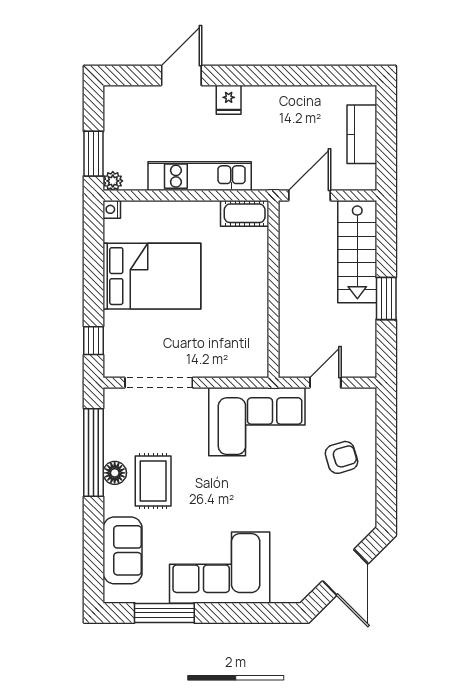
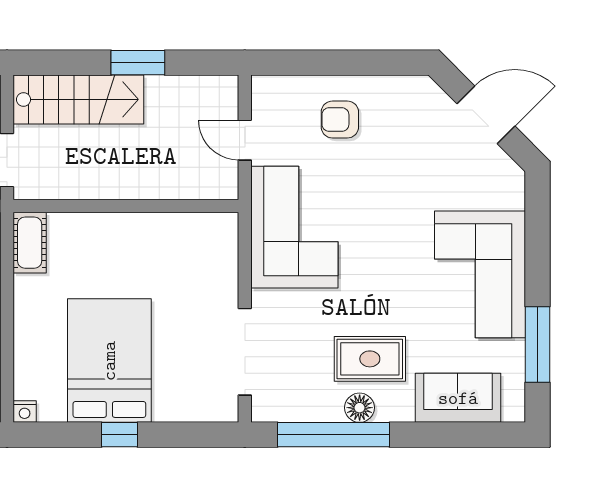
window: (94, 341) -> (120, 435), moved
armchair: (341, 457) -> (340, 120), turned -73

